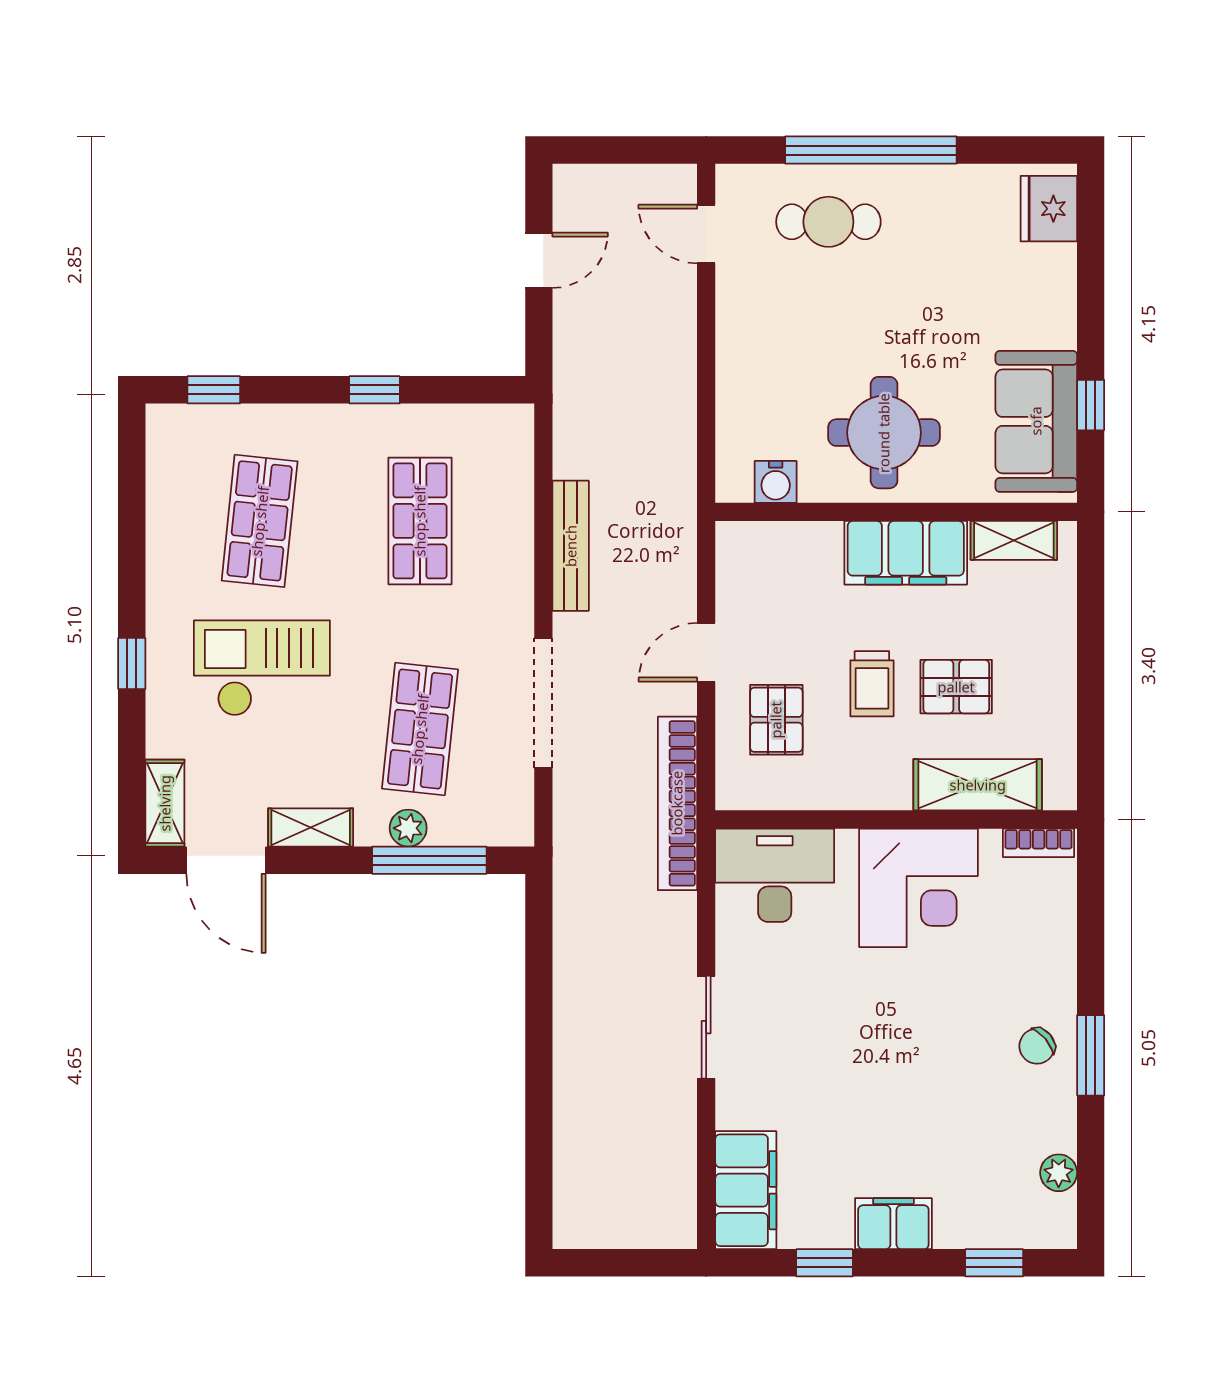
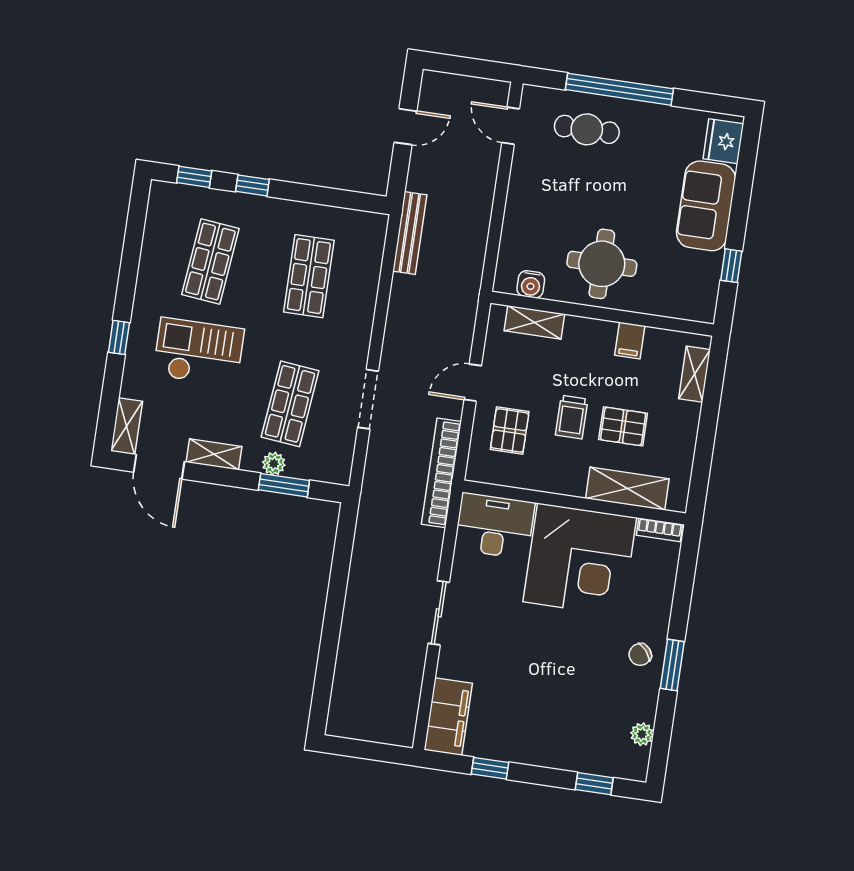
window: (374, 390) -> (252, 185), moved
sofa: (1036, 421) -> (706, 206), moved
shelving: (1014, 540) -> (694, 374), moved, turned 90
shelving: (790, 542) -> (534, 322), added
bench: (571, 546) -> (410, 233), moved
filing cabinet: (906, 553) -> (630, 341), width x0.33, depth x0.86
doorway: (543, 703) -> (368, 399), width x0.73
window: (429, 860) -> (284, 485), width x0.69
corner desk: (919, 888) -> (580, 560), width x1.36, depth x1.36
filing cabinet: (893, 1224) -> (536, 750), removed

